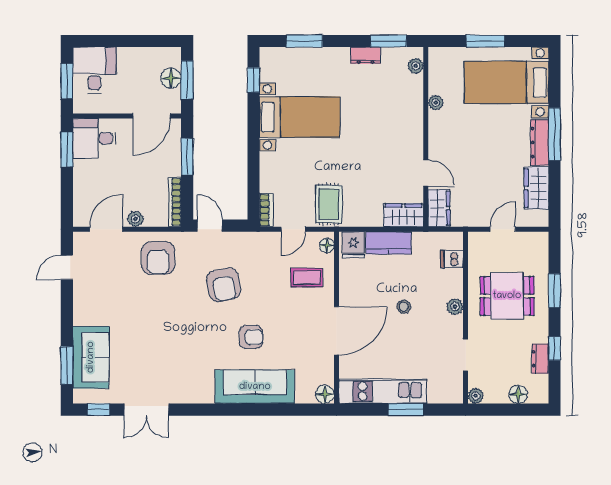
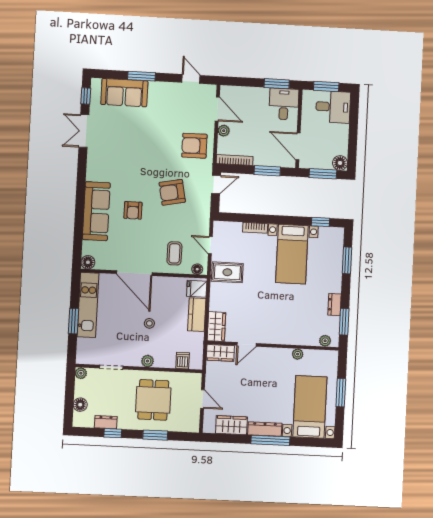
floor lamp: (171, 78) -> (340, 163), moved
bookcase: (266, 210) -> (255, 228), moved
window: (67, 365) -> (141, 76), moved

